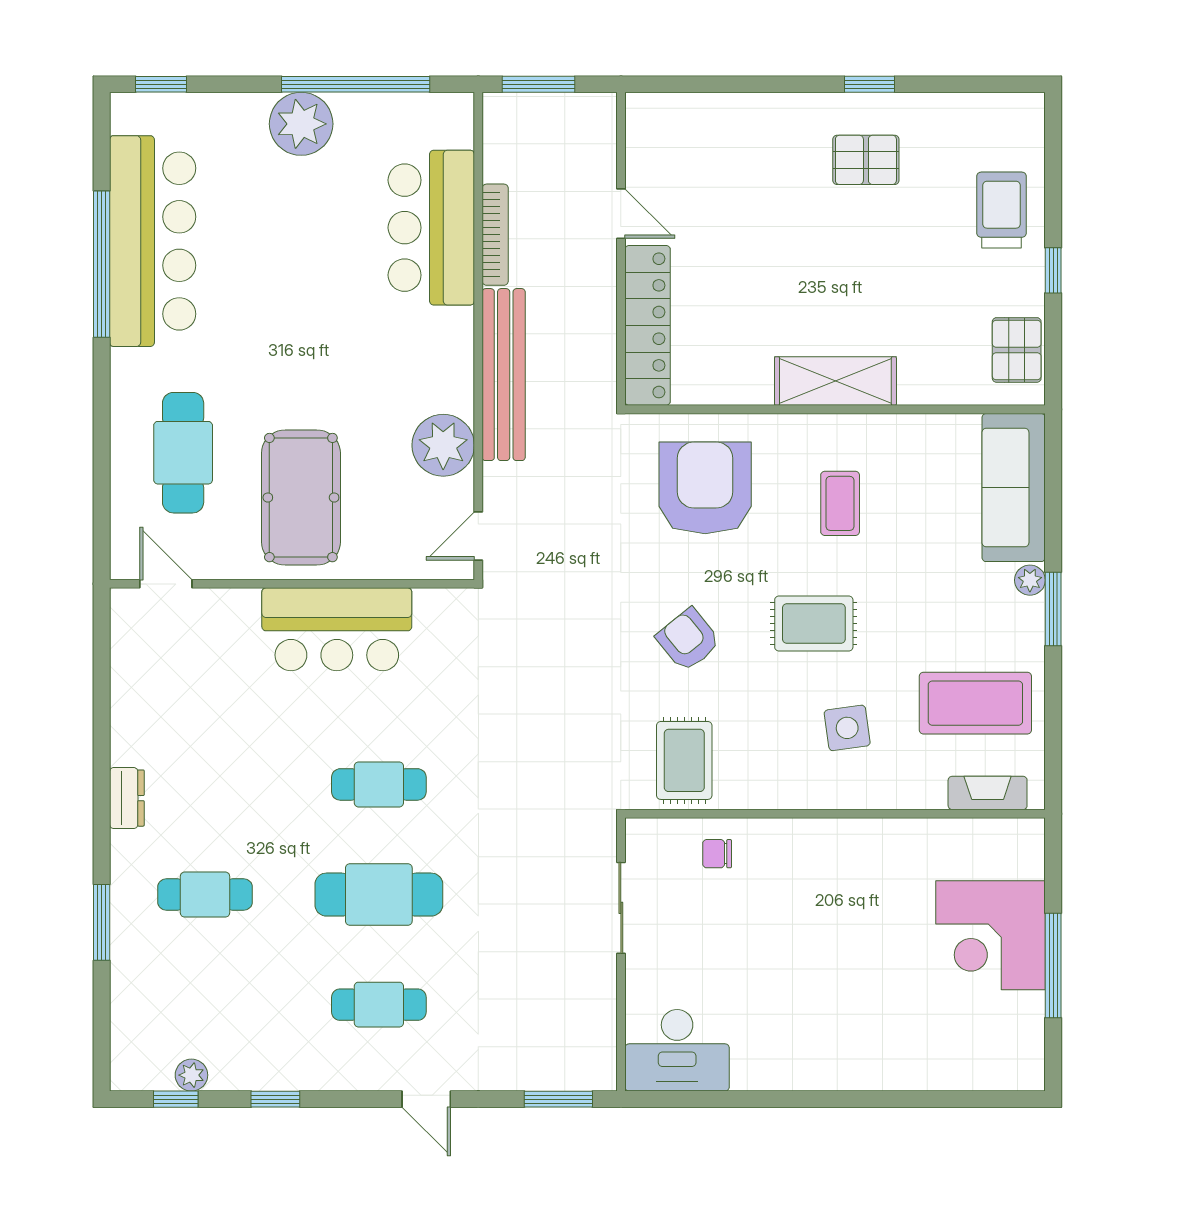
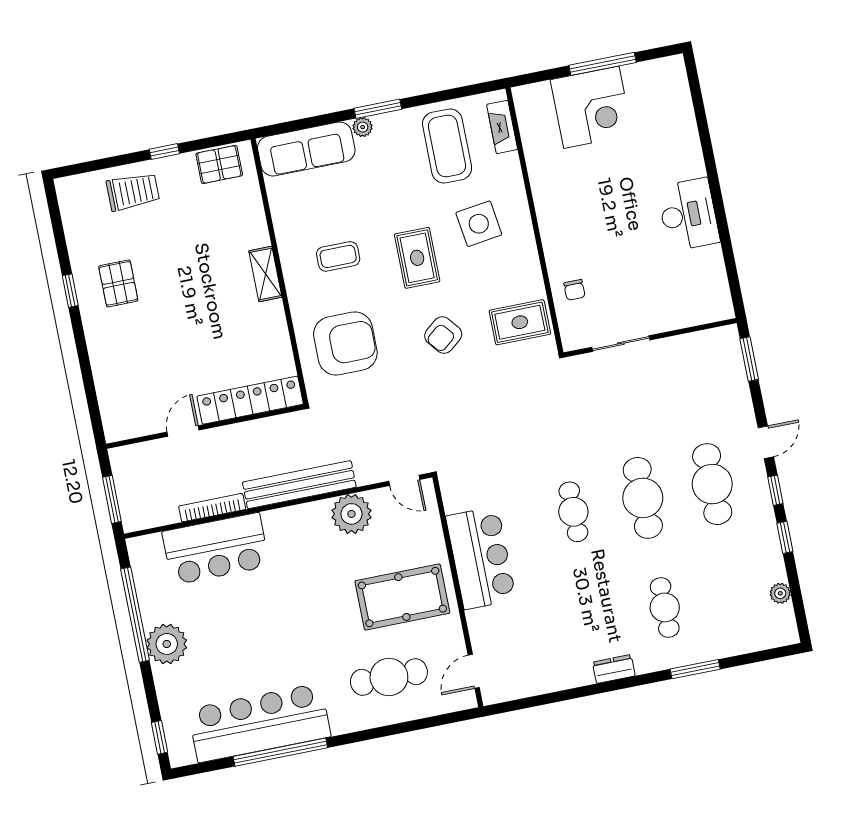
trolley: (1002, 210) -> (133, 192), turned 180
shelving: (835, 381) -> (265, 274), width x0.67, depth x0.75
armchair: (705, 488) -> (345, 343), turned 180
side table: (847, 728) -> (479, 224), width x1.37, depth x1.37
cafe table: (379, 1005) -> (712, 484), width x1.37, depth x1.35
desk: (677, 1050) -> (688, 215), moved
window: (176, 1099) -> (775, 490), moved

